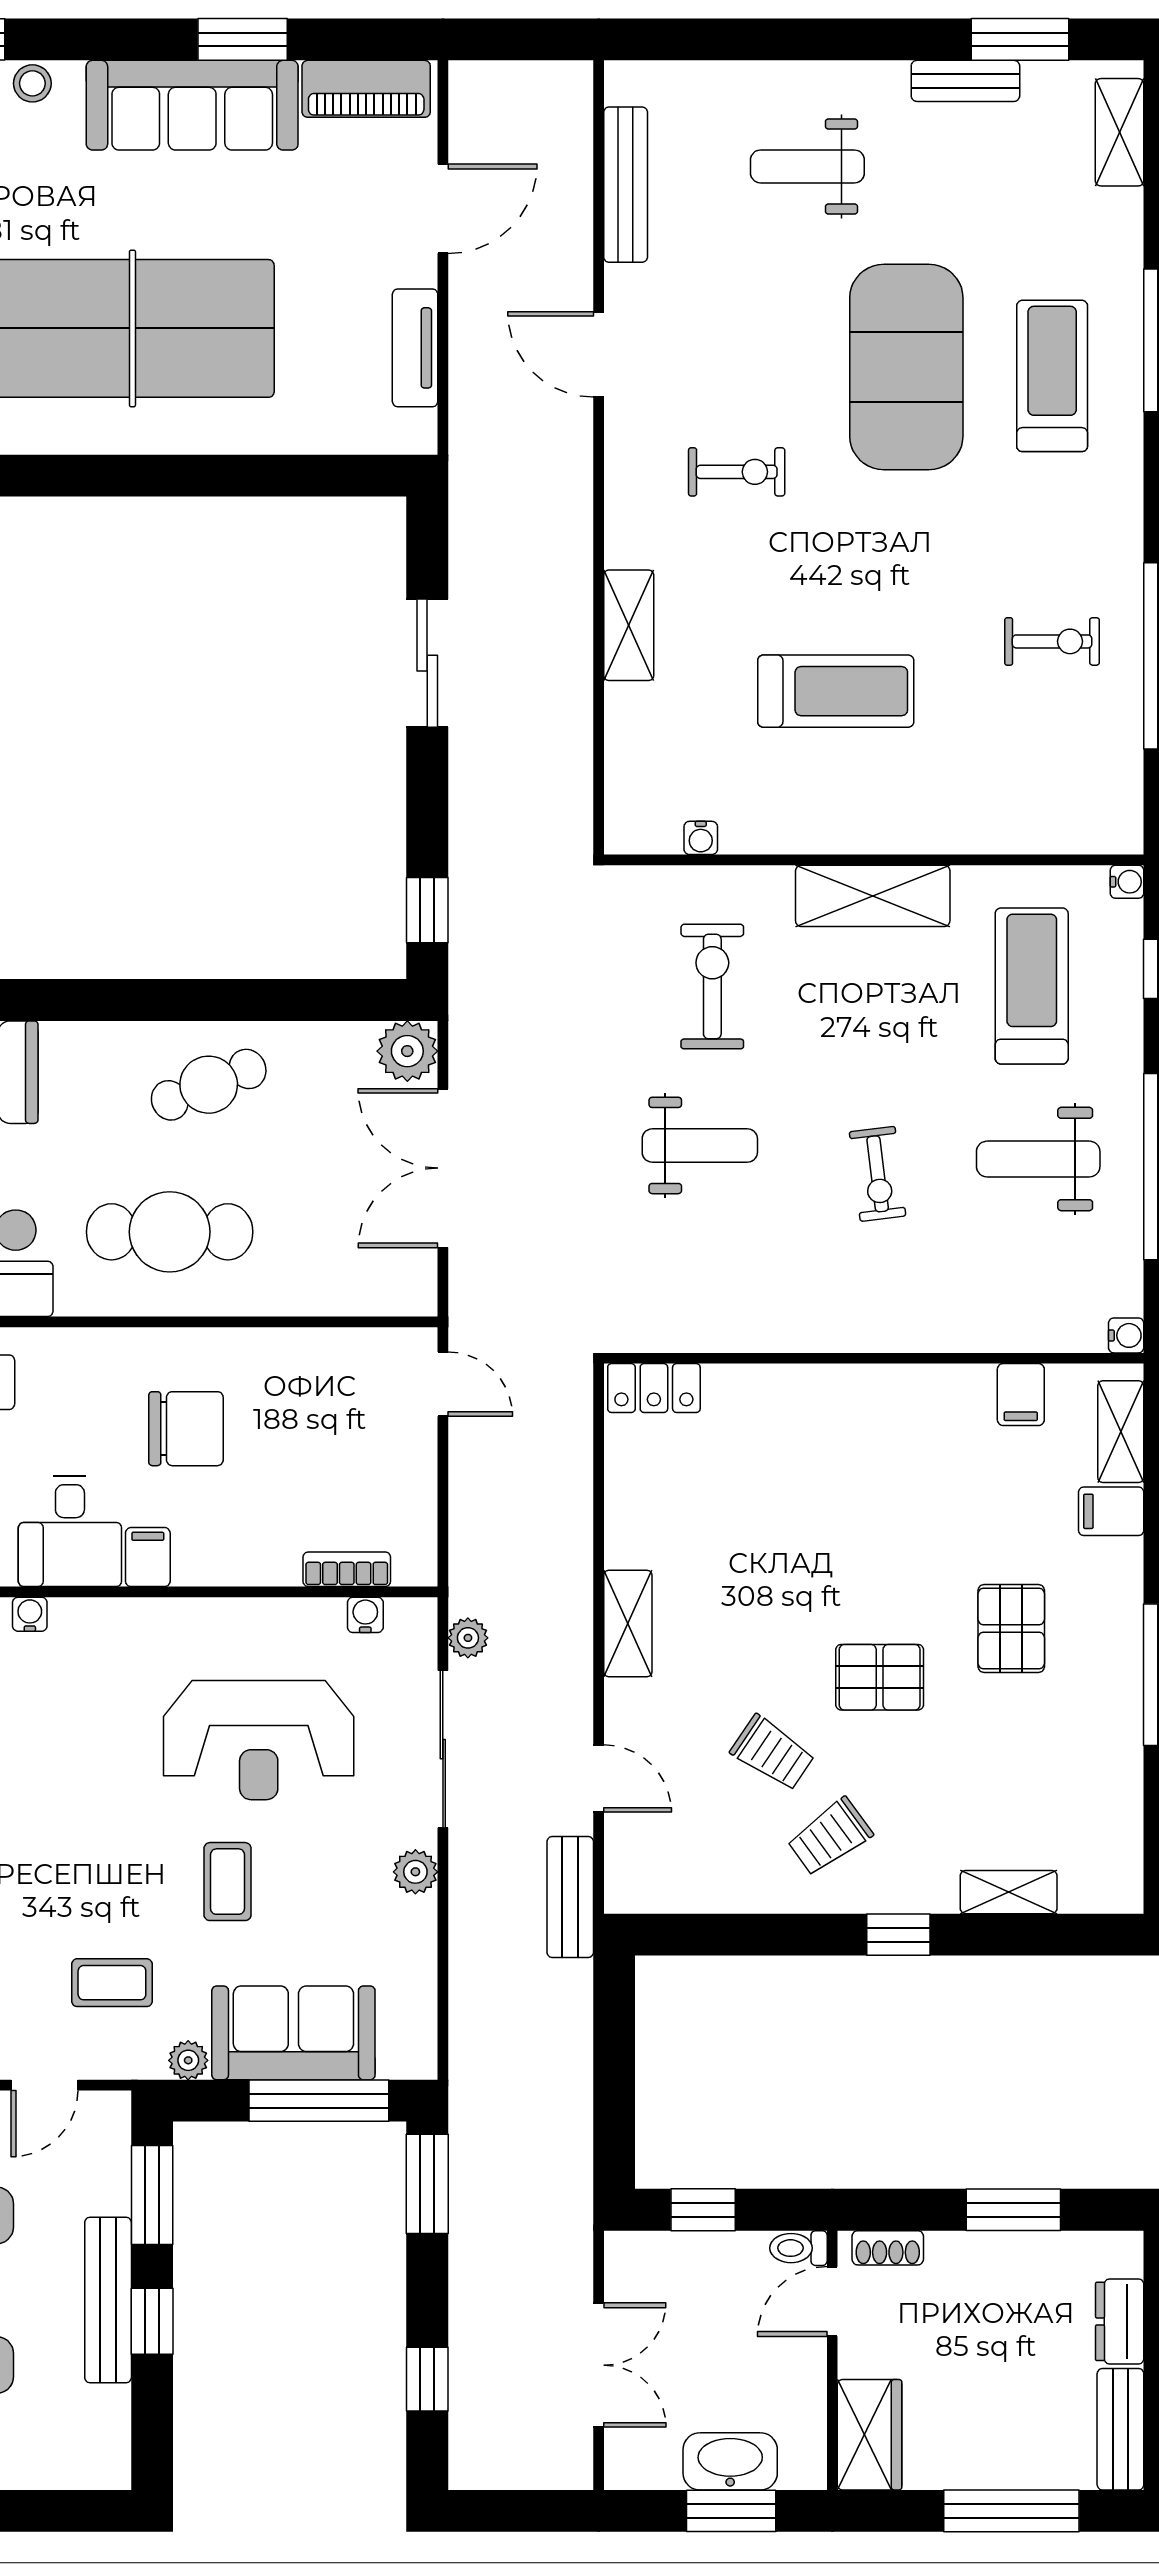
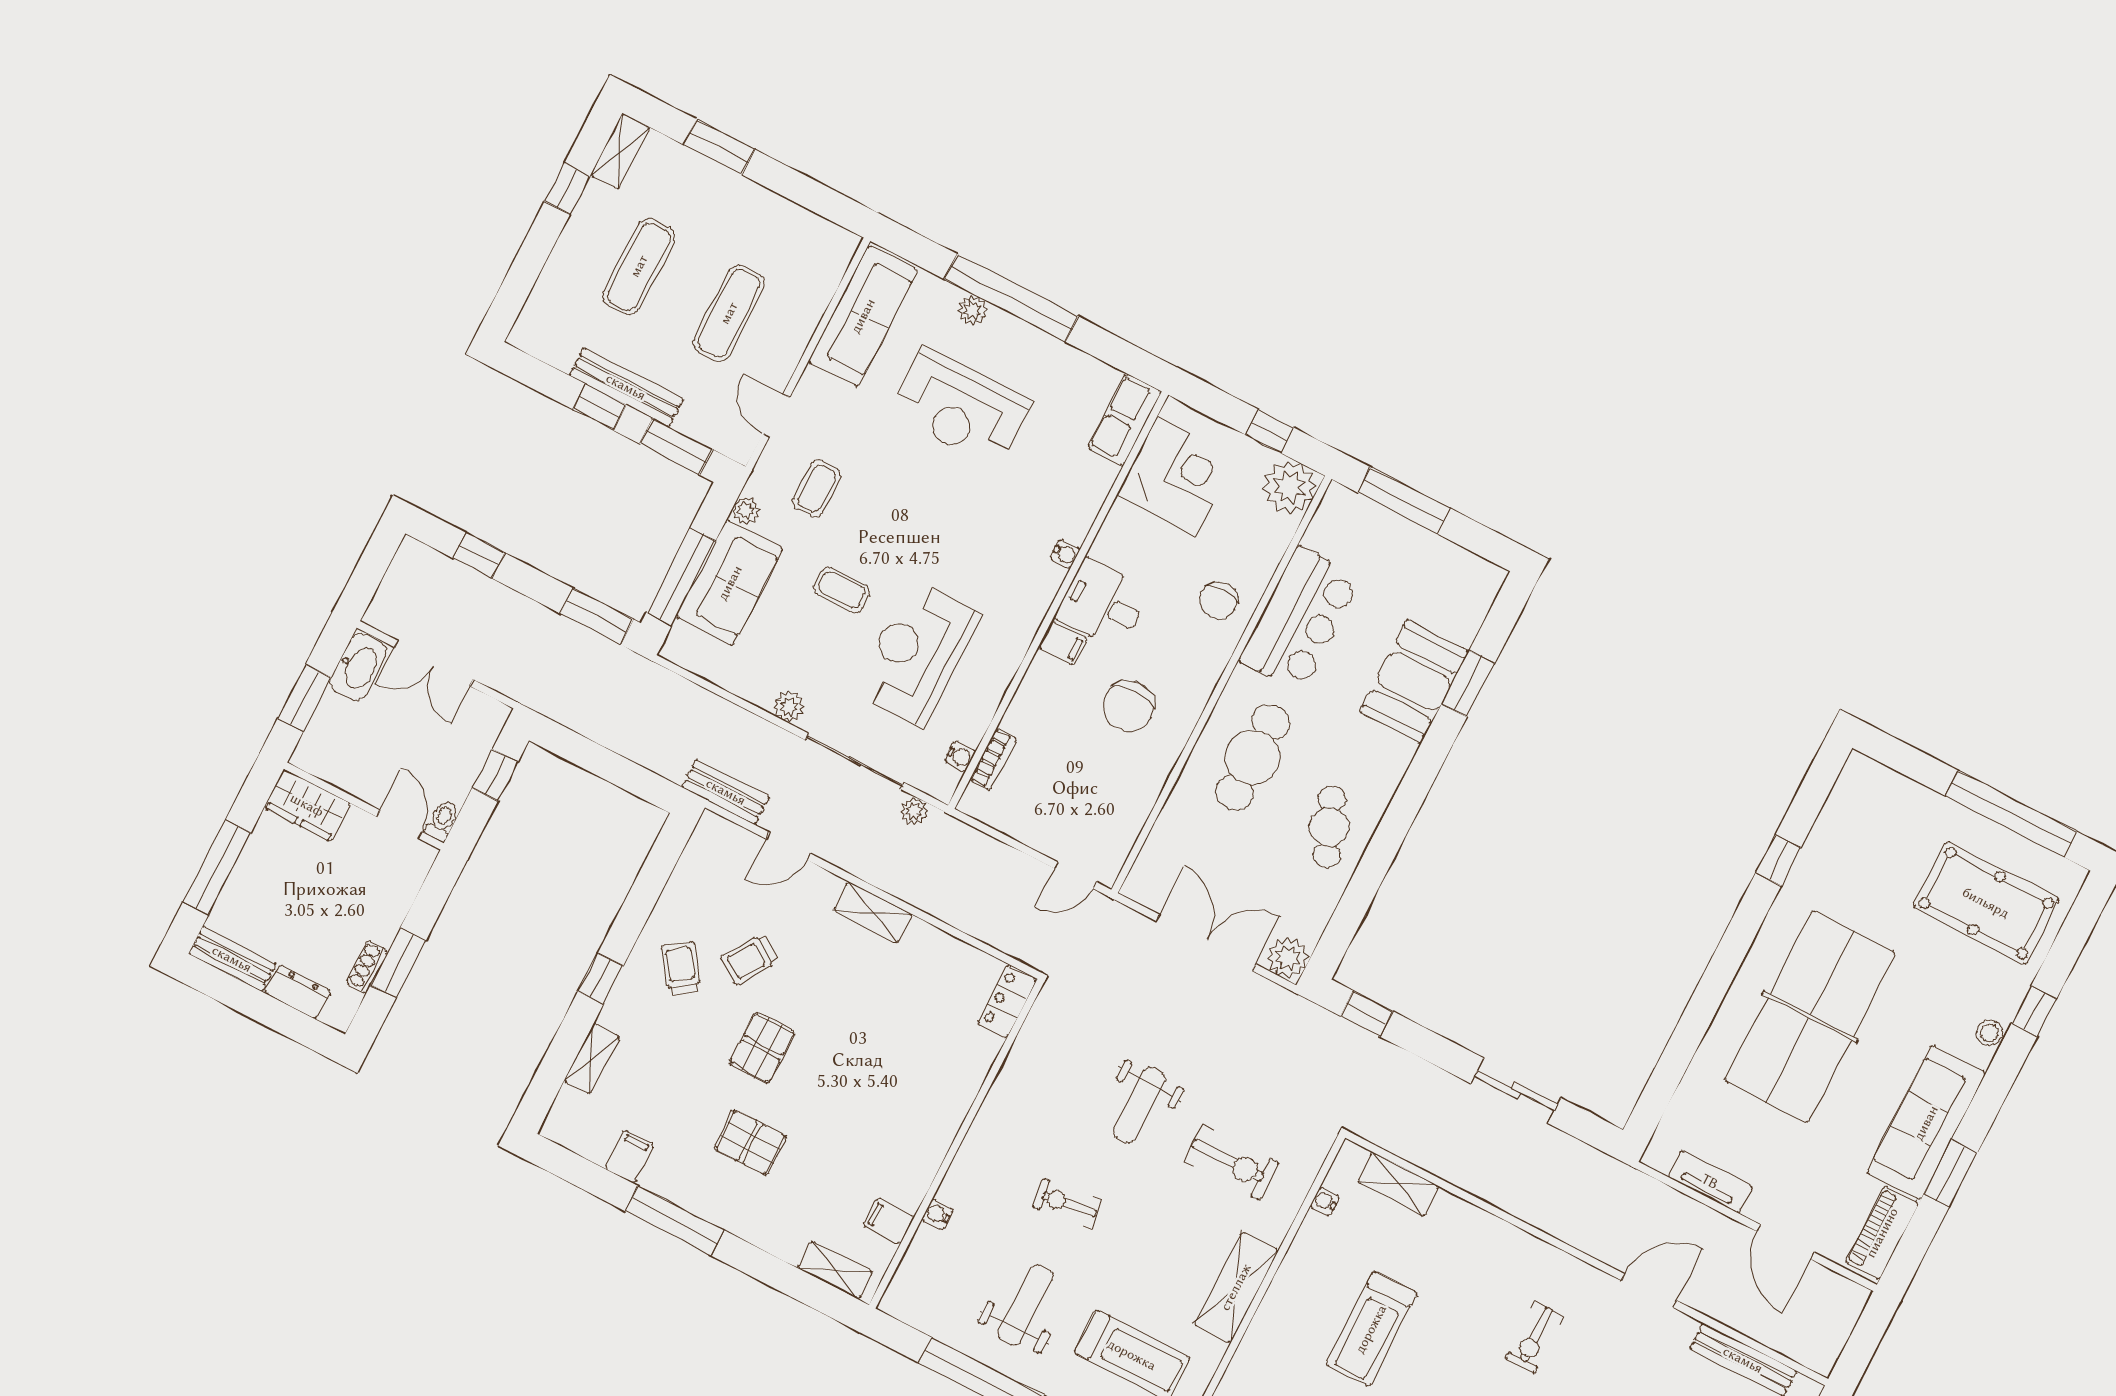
shelving: (629, 625) -> (1398, 1184), moved
water cooler: (1126, 1335) -> (937, 1214), moved, turned 90
filing cabinet: (1111, 1511) -> (629, 1157), moved
shoe rack: (888, 2248) -> (367, 967), moved
washbasin: (730, 2461) -> (358, 667), moved

